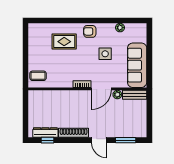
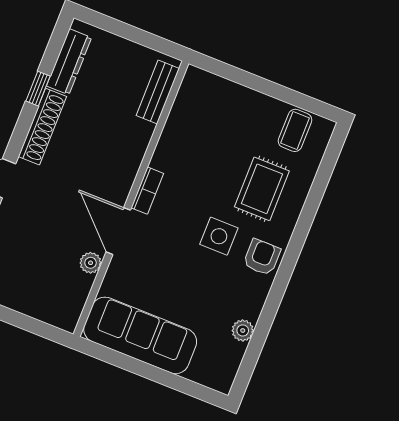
side table: (105, 54) -> (219, 236), moved
coffee table: (38, 76) -> (295, 130), moved
bench: (135, 95) -> (158, 92), moved
window: (48, 140) -> (38, 89), moved

